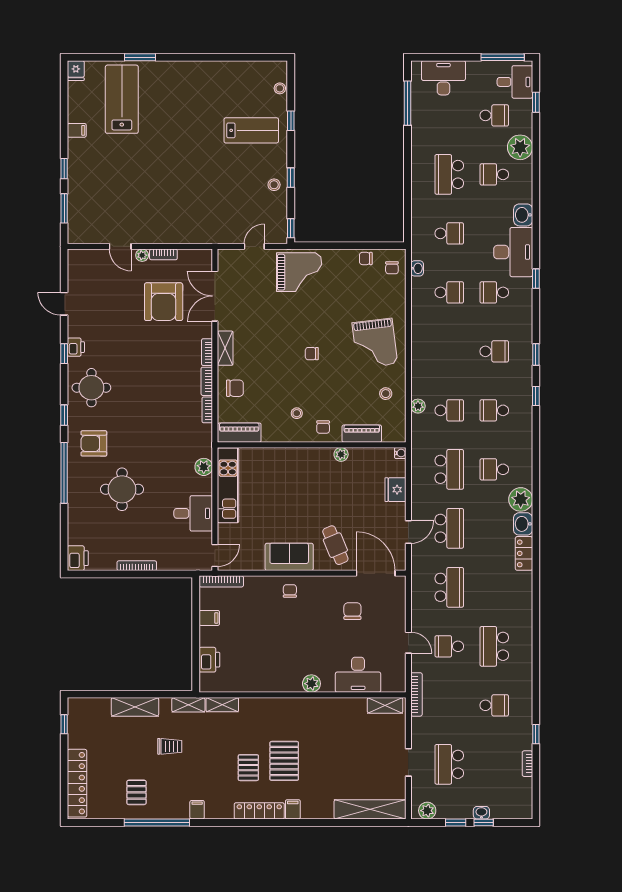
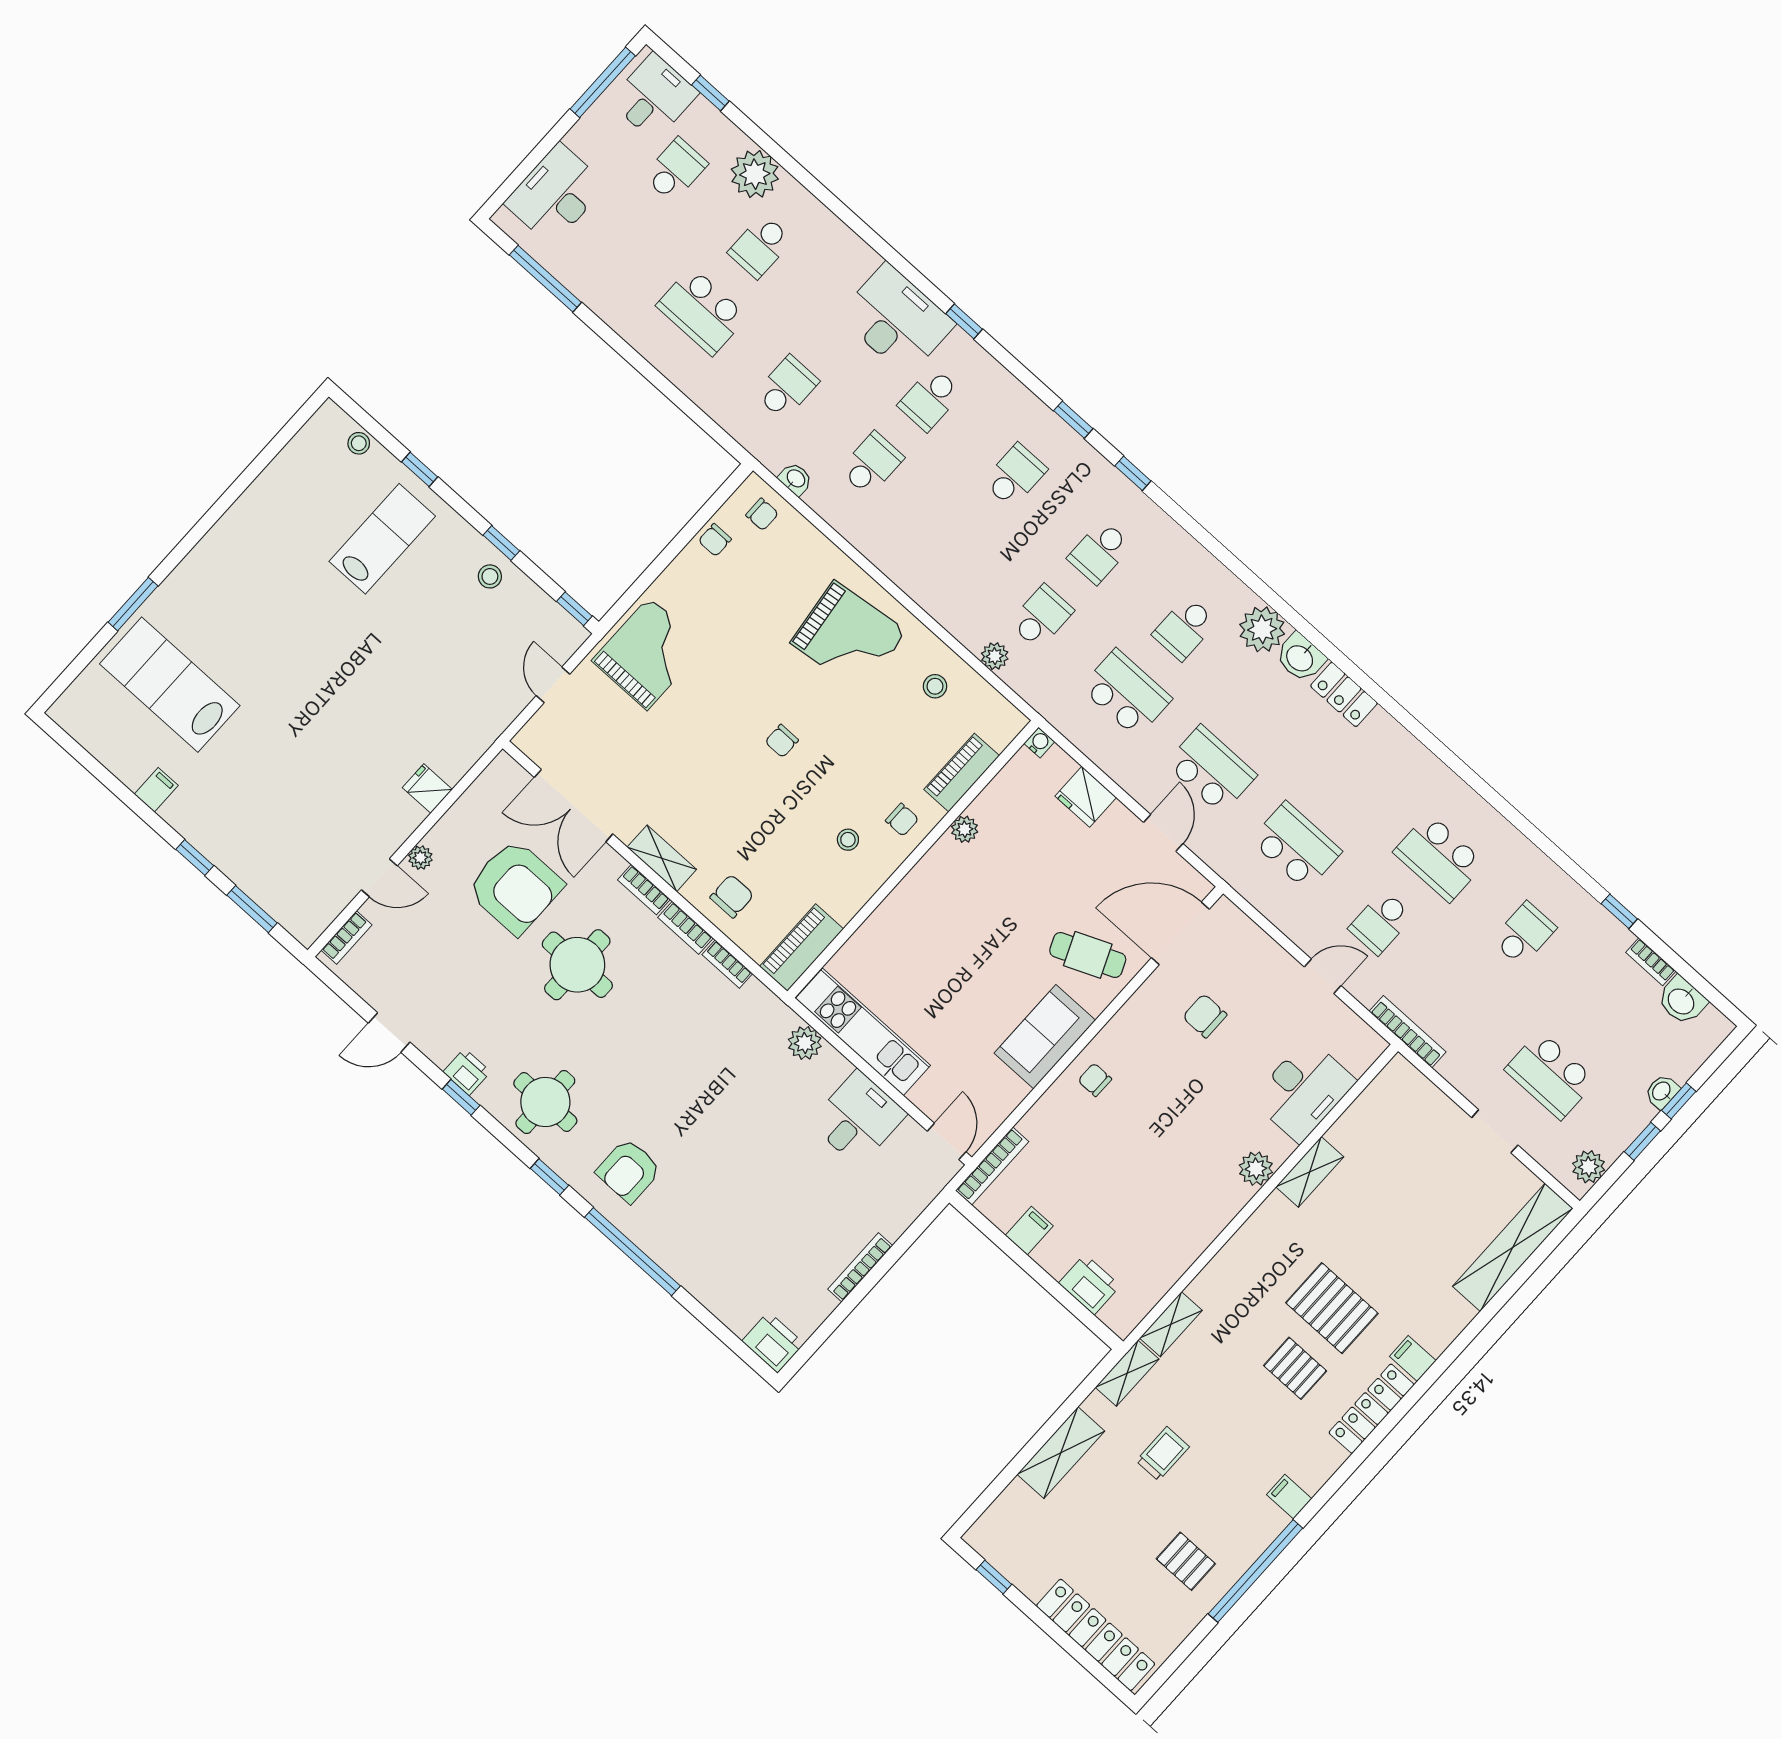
fridge: (76, 71) -> (427, 789), moved, turned 180
washbasin: (523, 215) -> (1682, 1001), moved
bookcase: (163, 254) -> (346, 938), moved
round table: (122, 489) -> (577, 965), moved
shelving: (385, 705) -> (1310, 1172), moved

